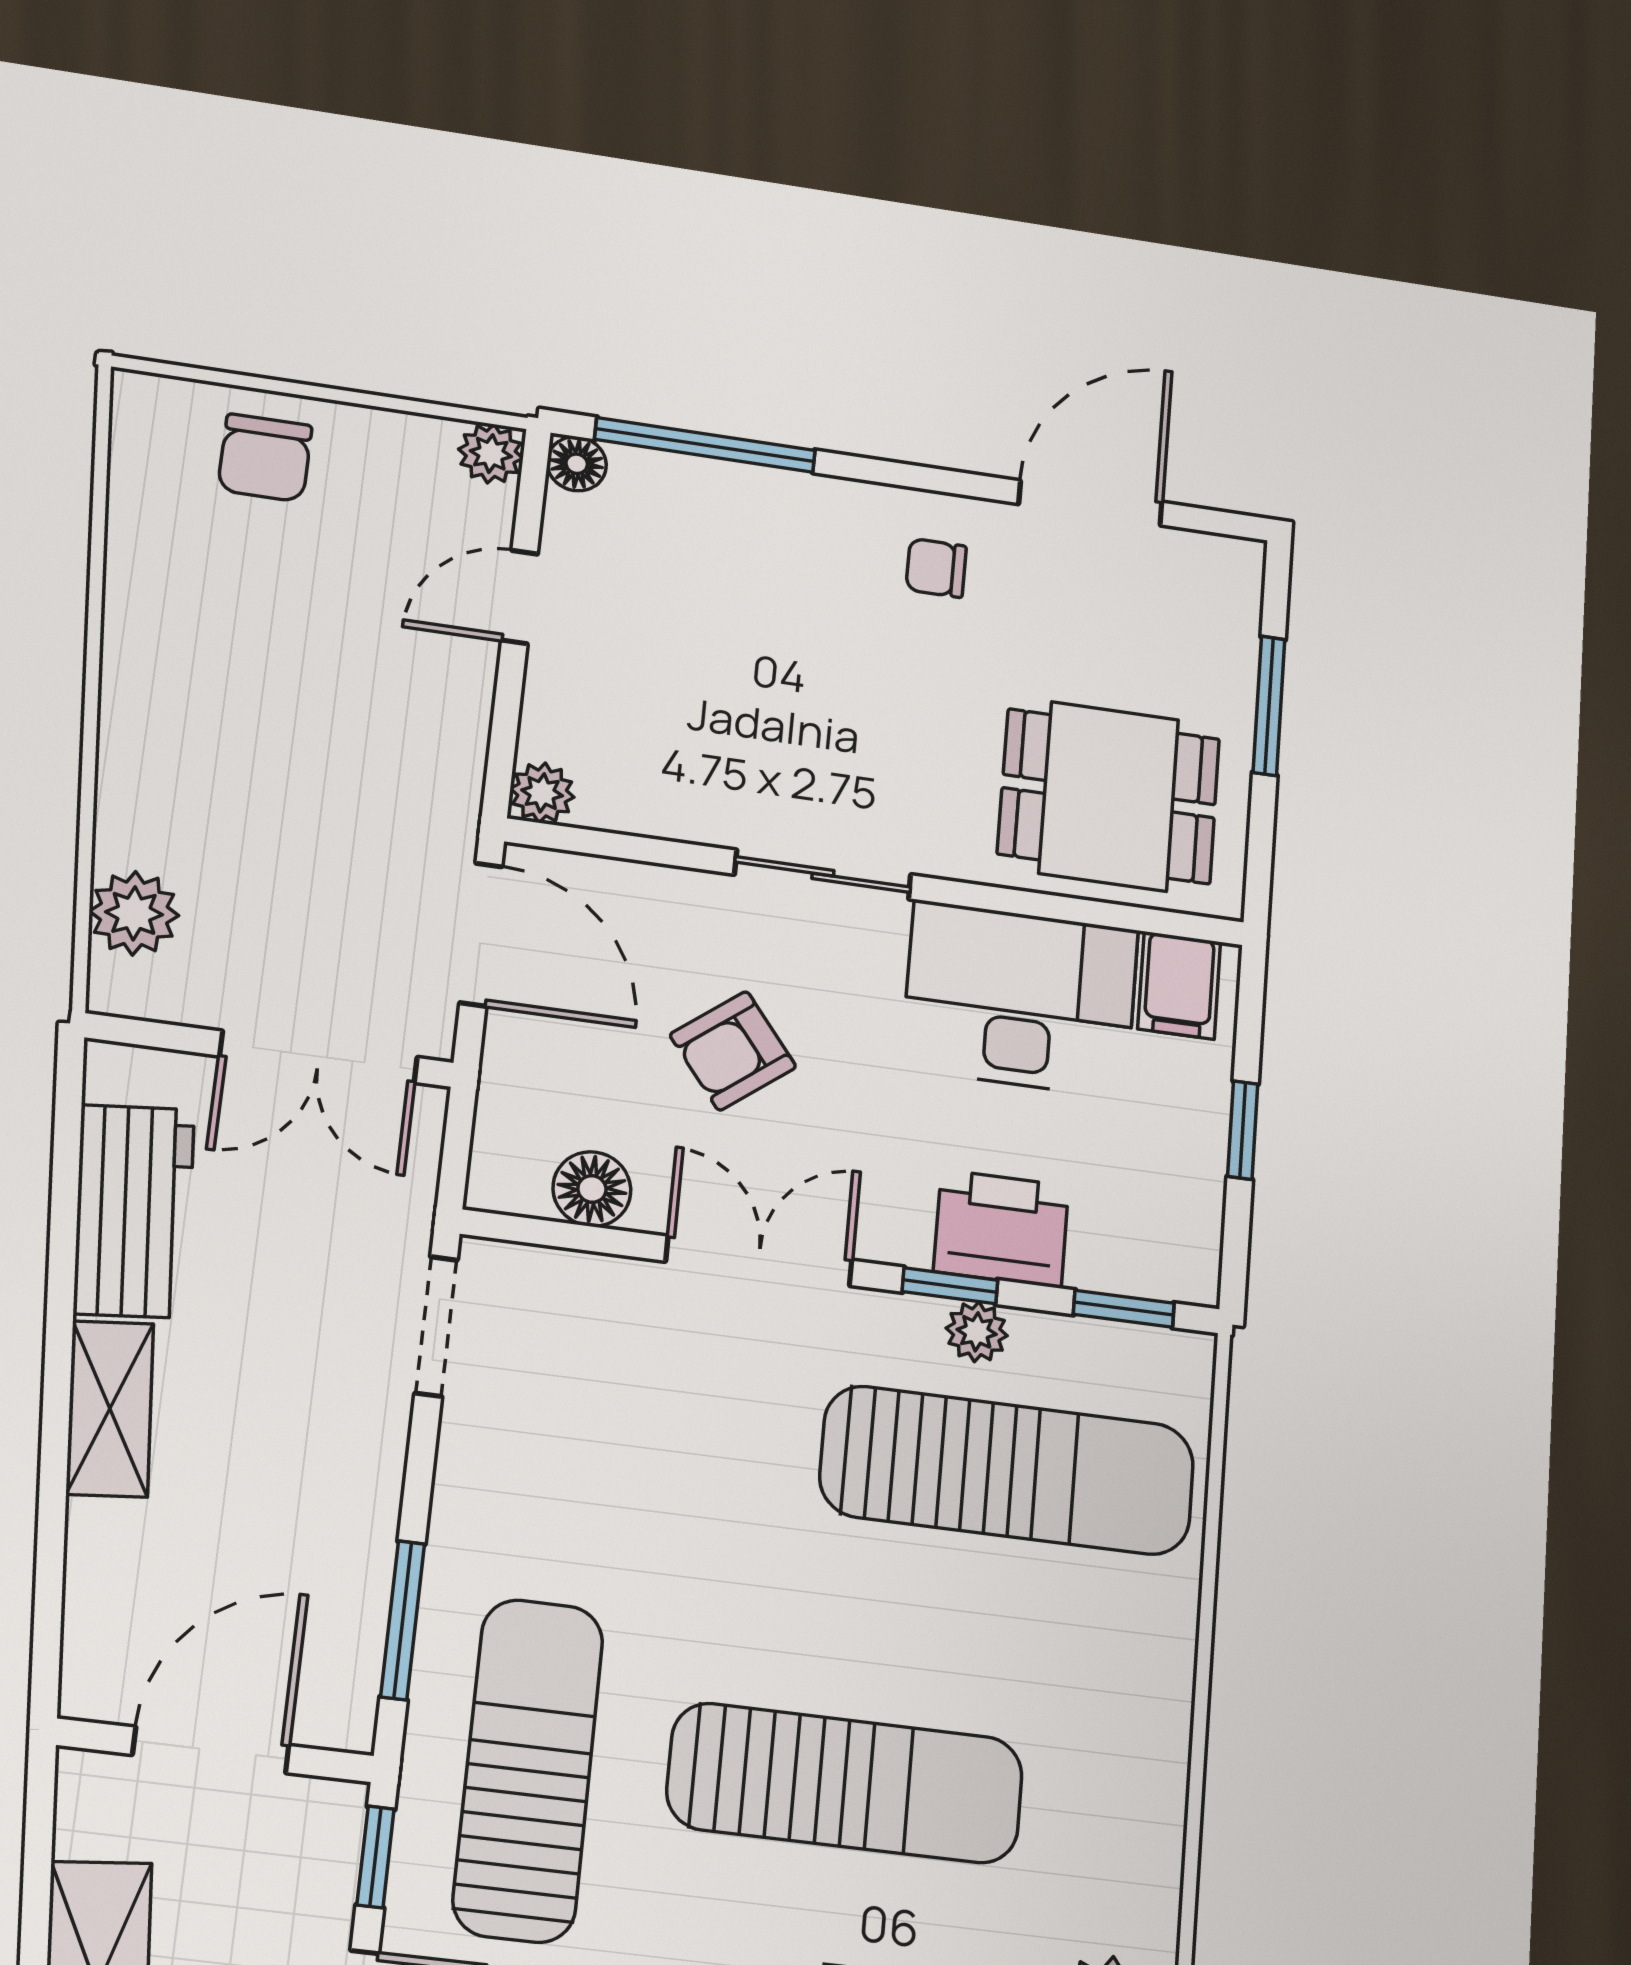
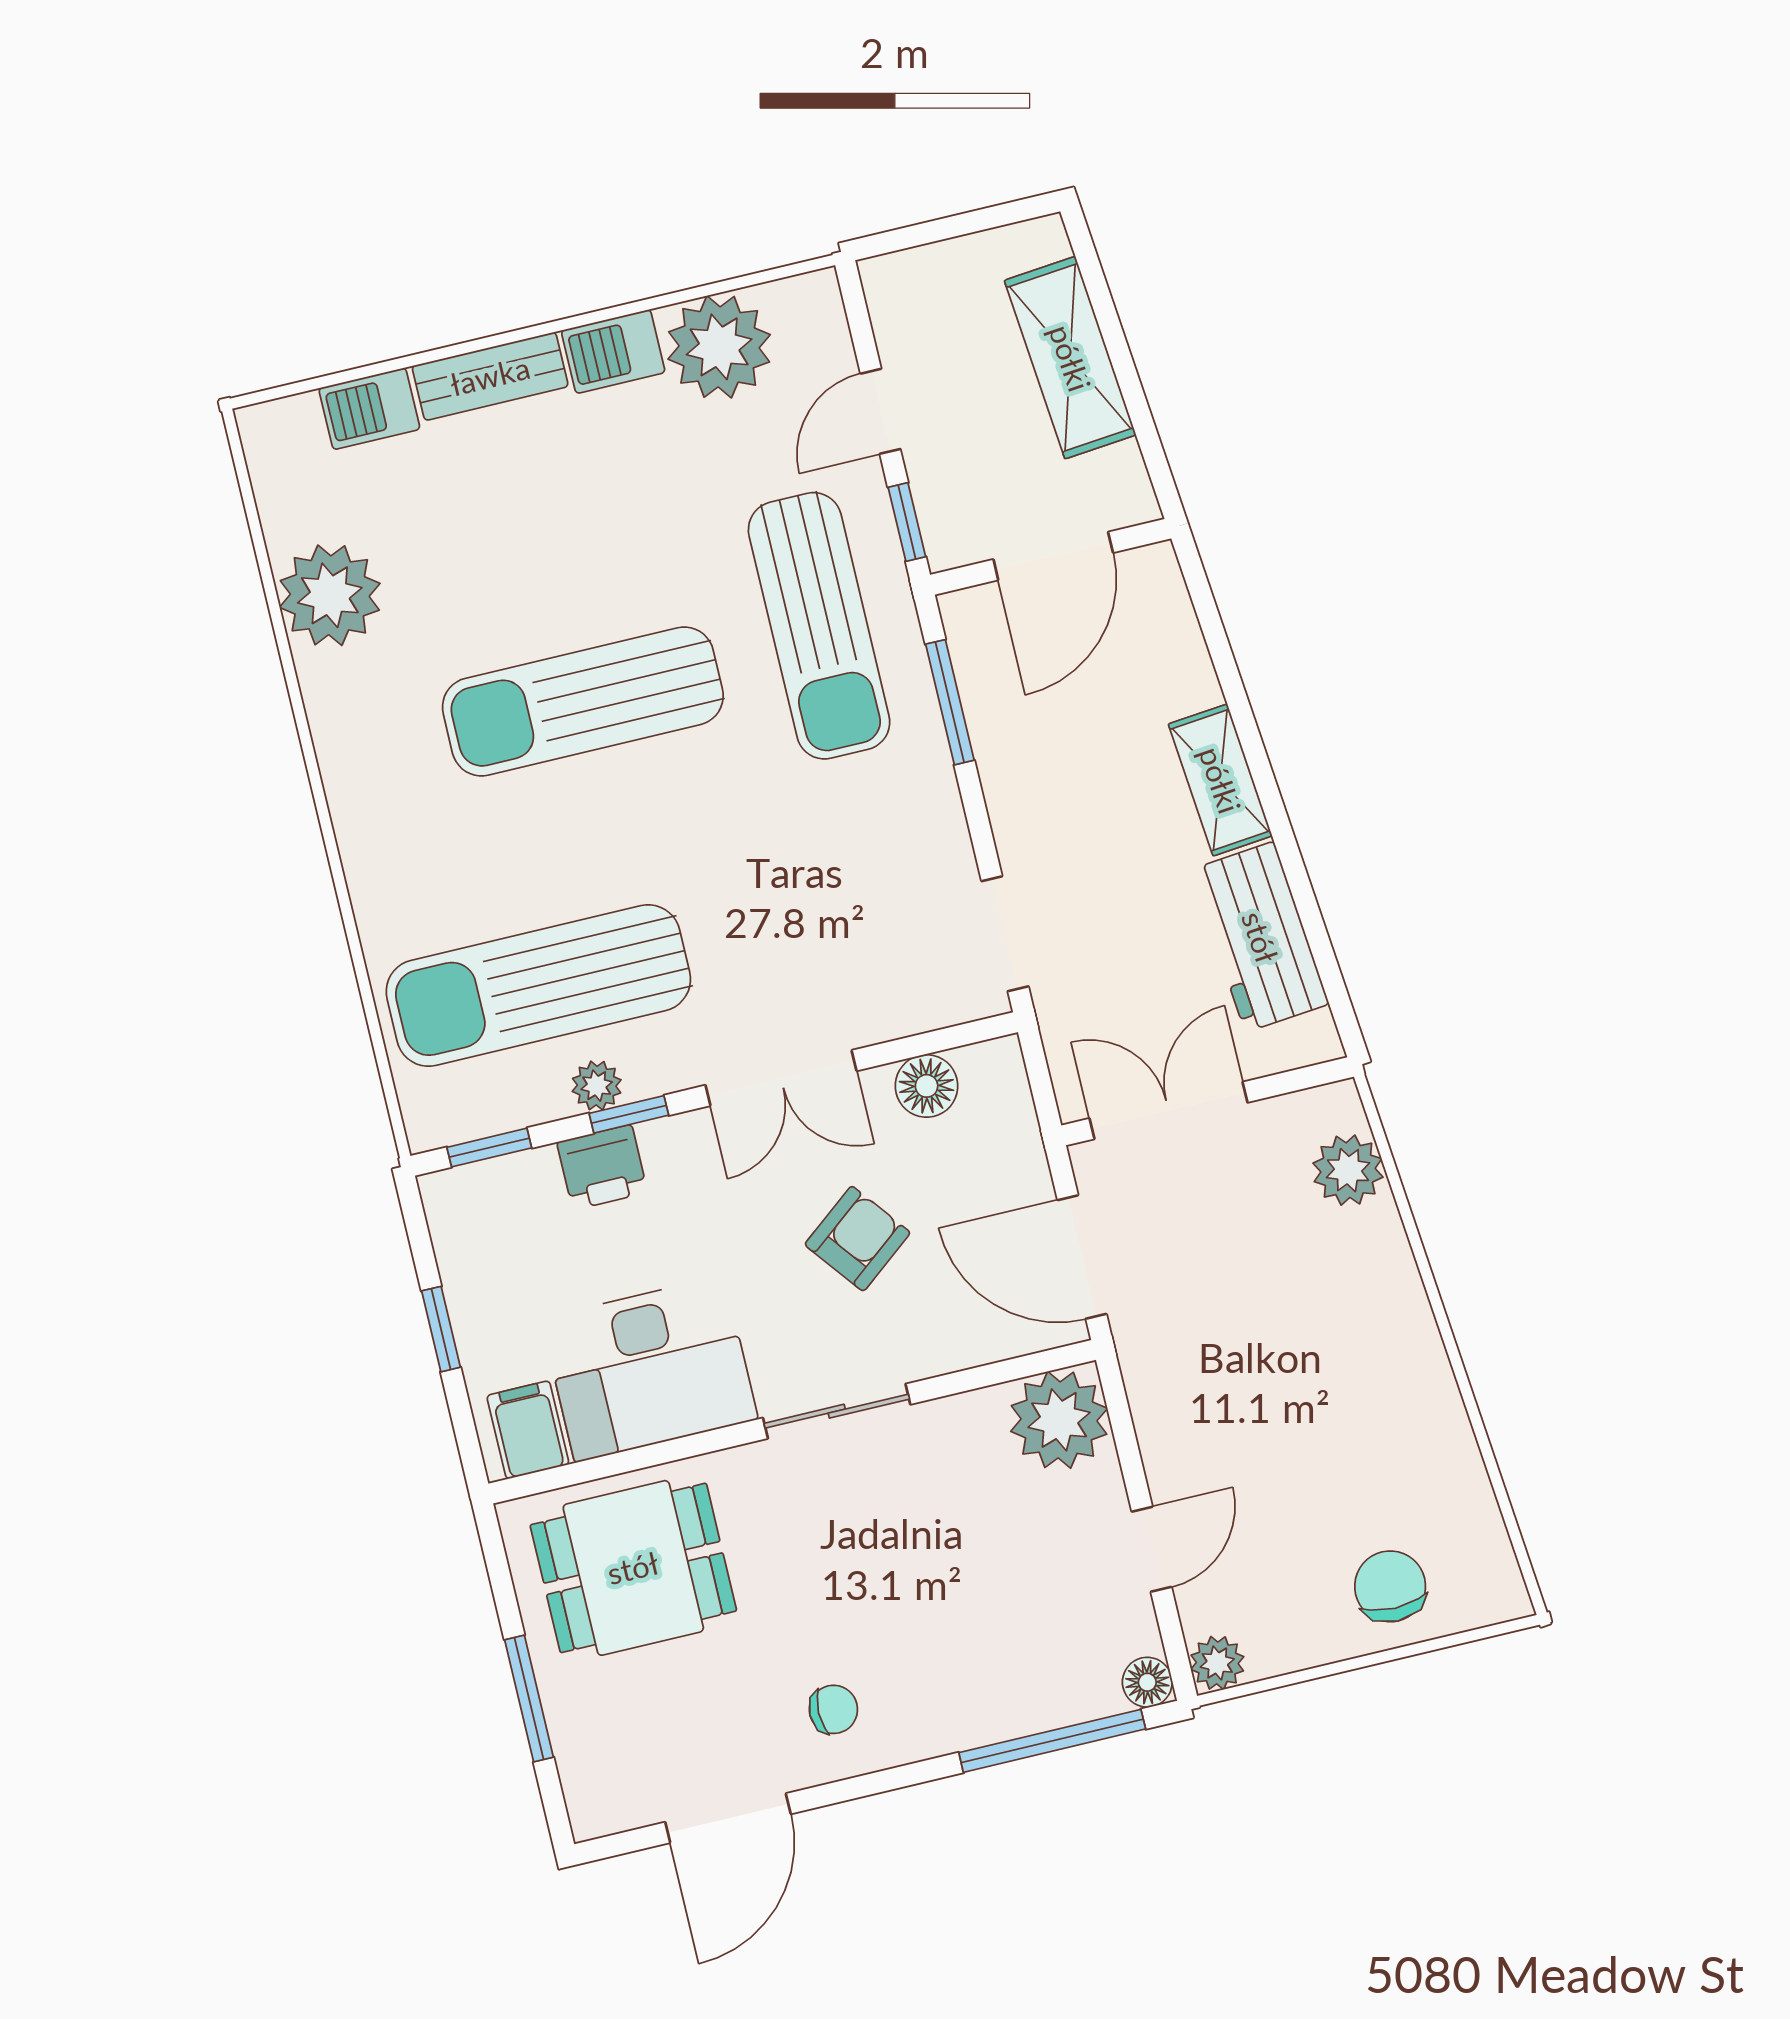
plant: (542, 793) -> (1059, 1420), width x1.87, depth x1.87
printer: (1001, 1229) -> (602, 1167), width x0.73, depth x0.81

